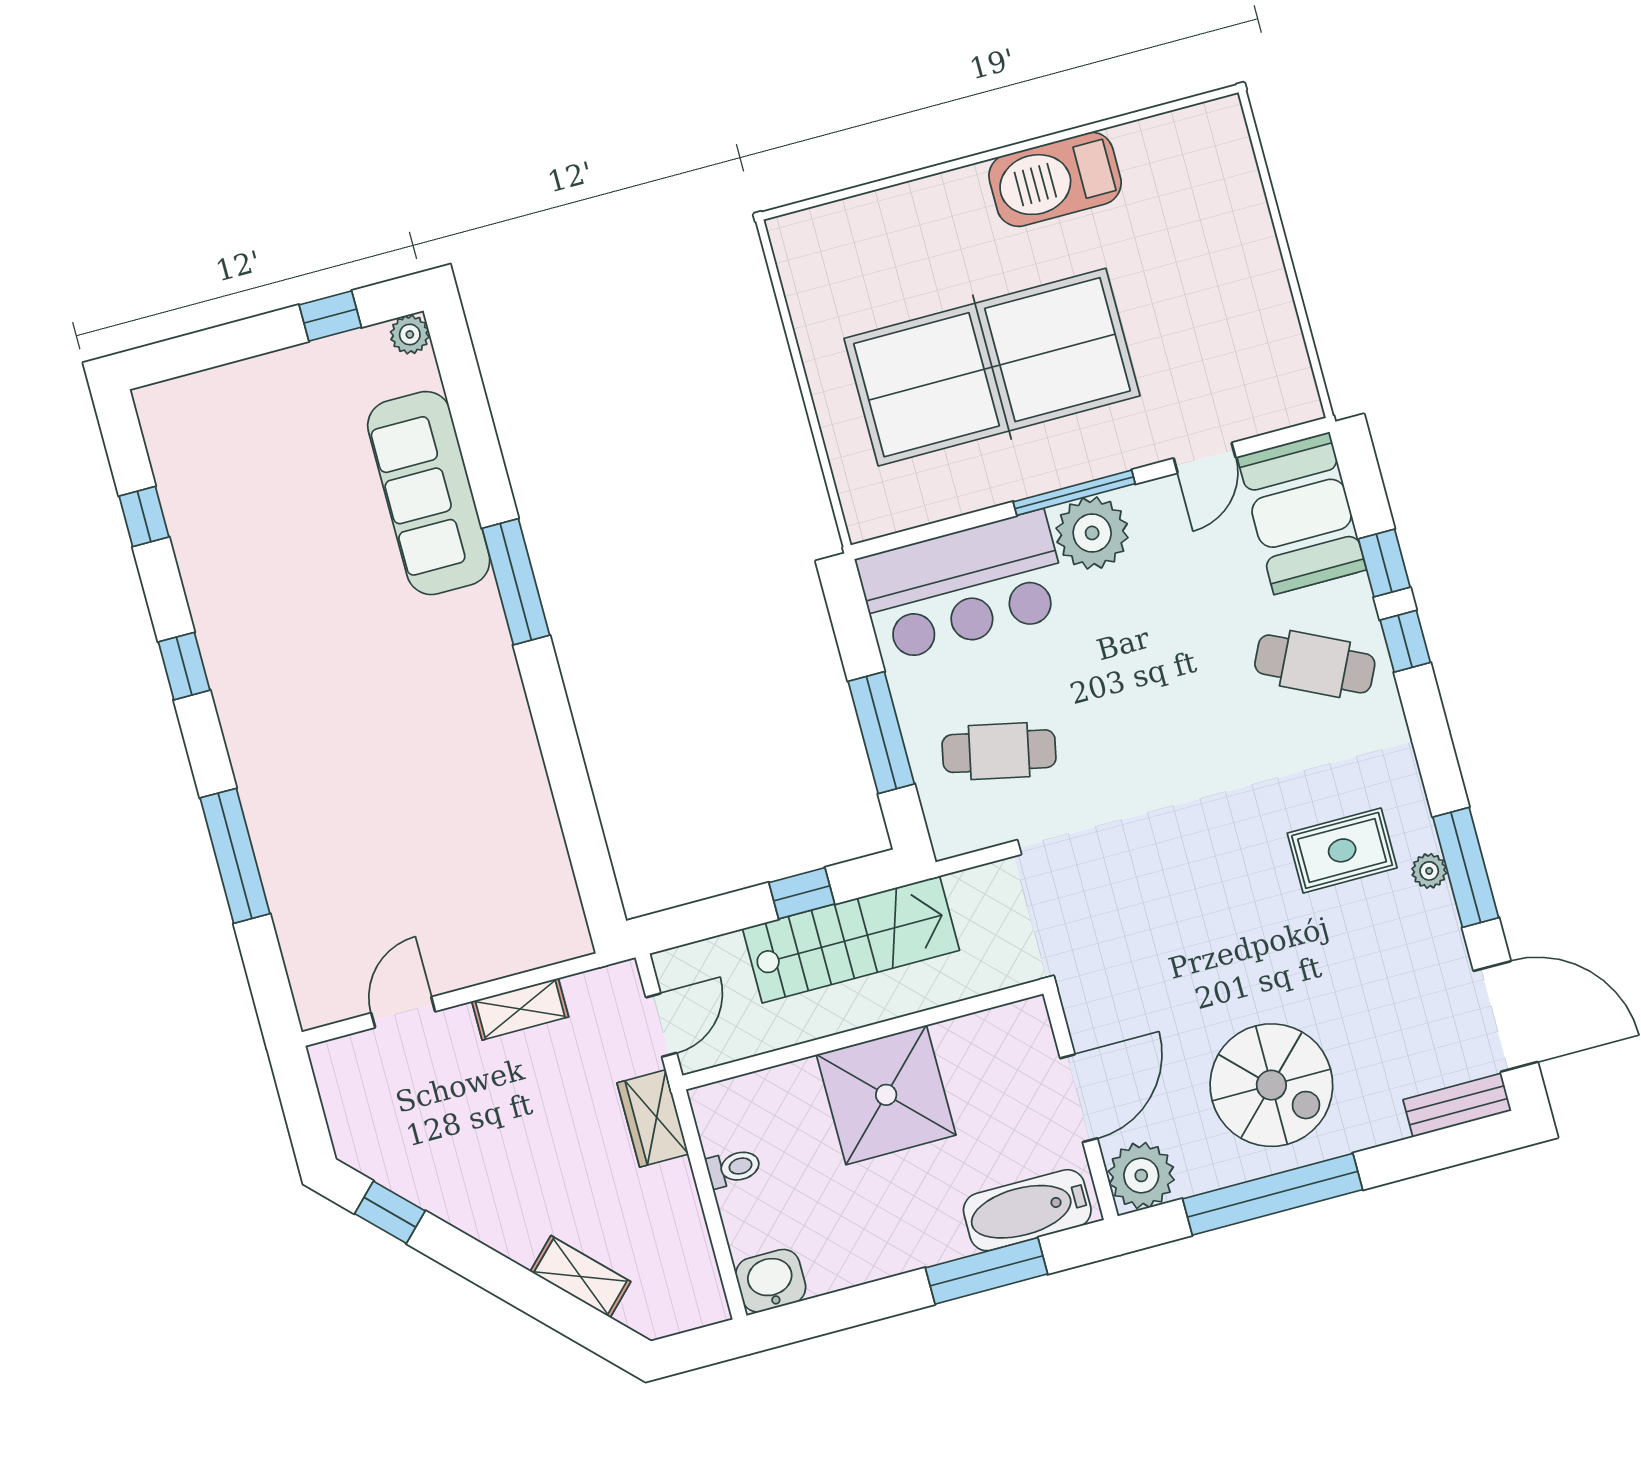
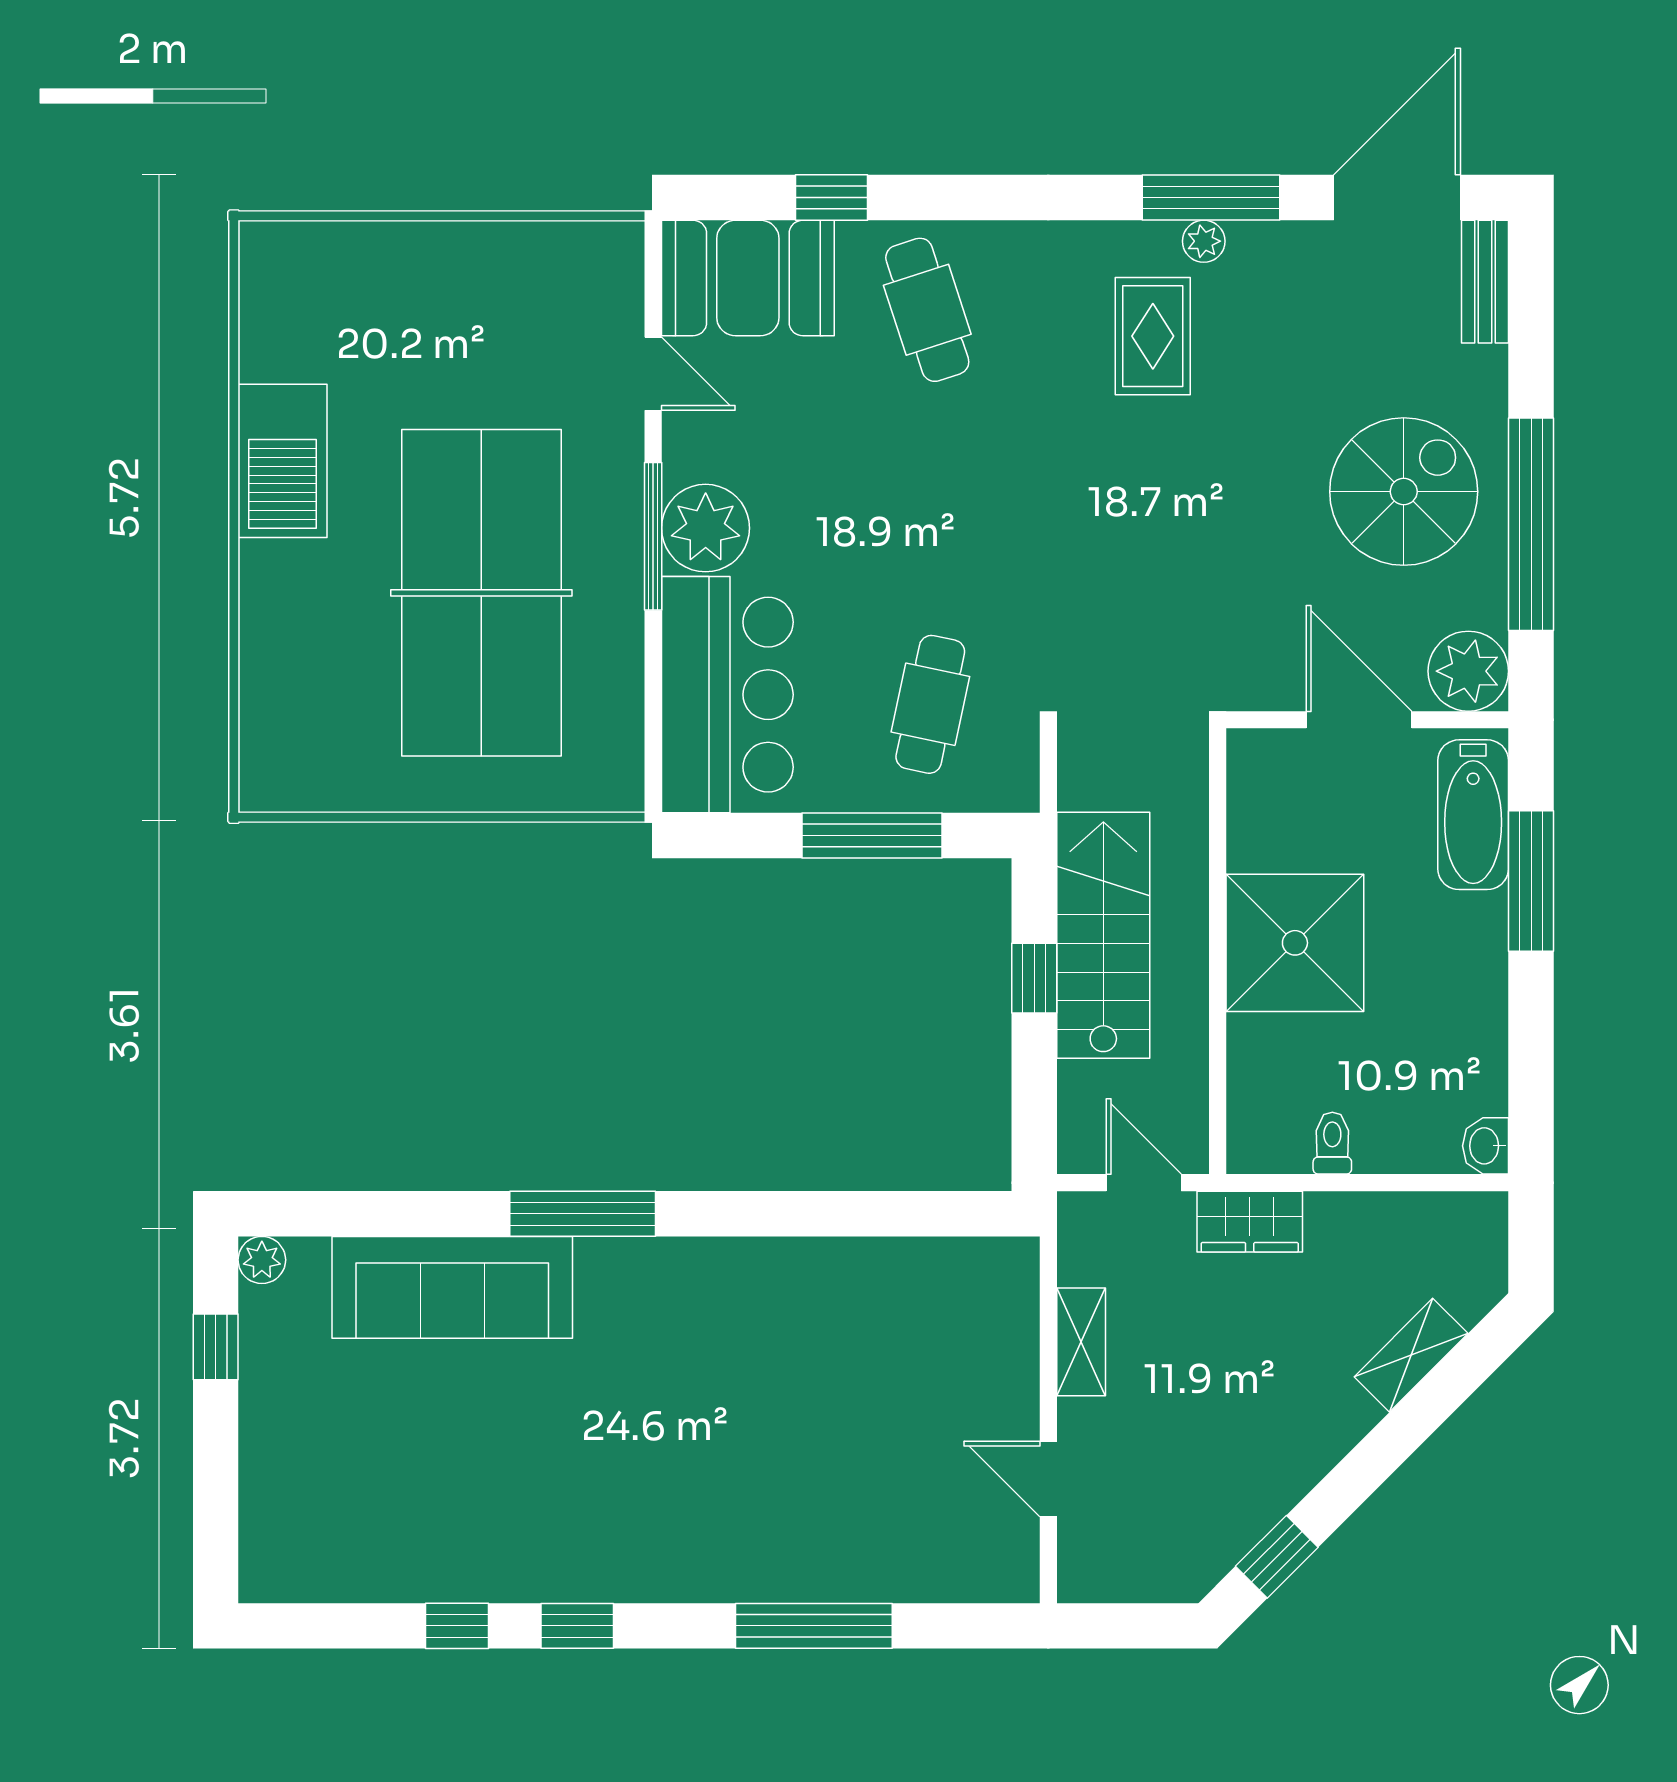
window: (144, 516) -> (457, 1626), moved
window: (1405, 641) -> (929, 198), removed
cafe table: (1315, 664) -> (927, 310), turned -44
washbasin: (771, 1281) -> (1486, 1146), width x0.72, depth x0.69

